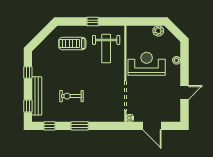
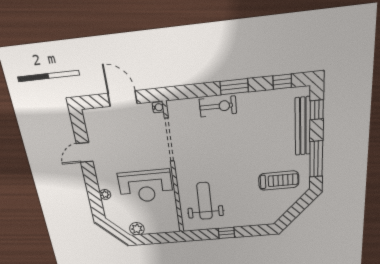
treadmill: (72, 44) -> (279, 181), moved
window: (28, 73) -> (316, 159), width x2.17
exercise bike: (71, 96) -> (218, 106), moved

